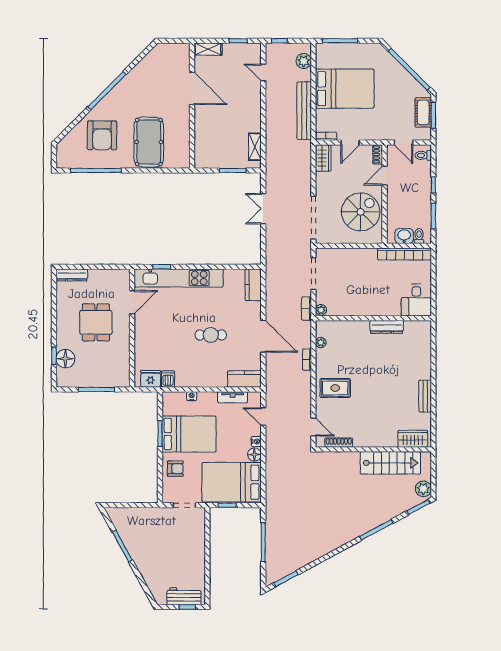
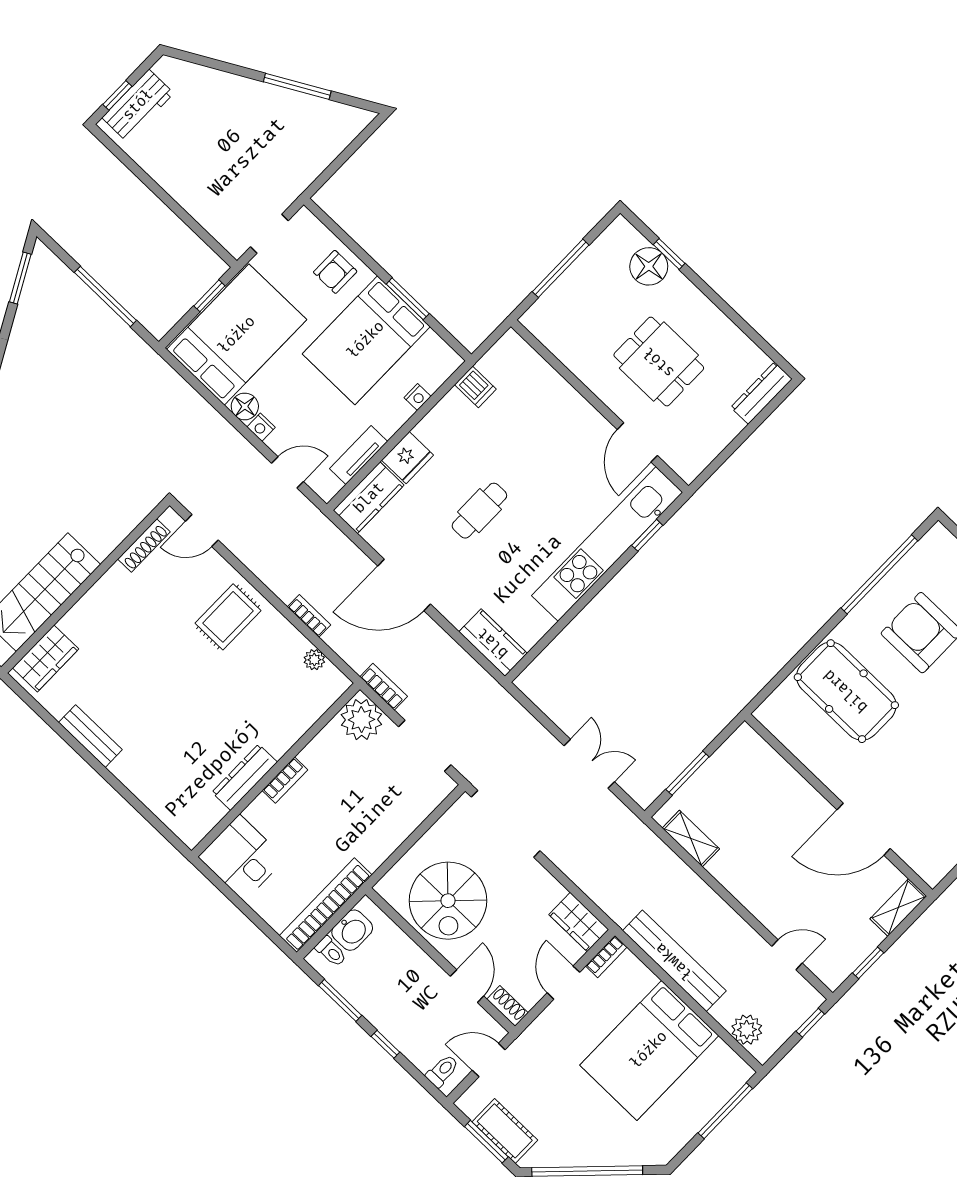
plant: (321, 310) -> (361, 720), width x1.88, depth x1.88
bookcase: (374, 312) -> (285, 780), added
fridge: (151, 379) -> (408, 458), moved

